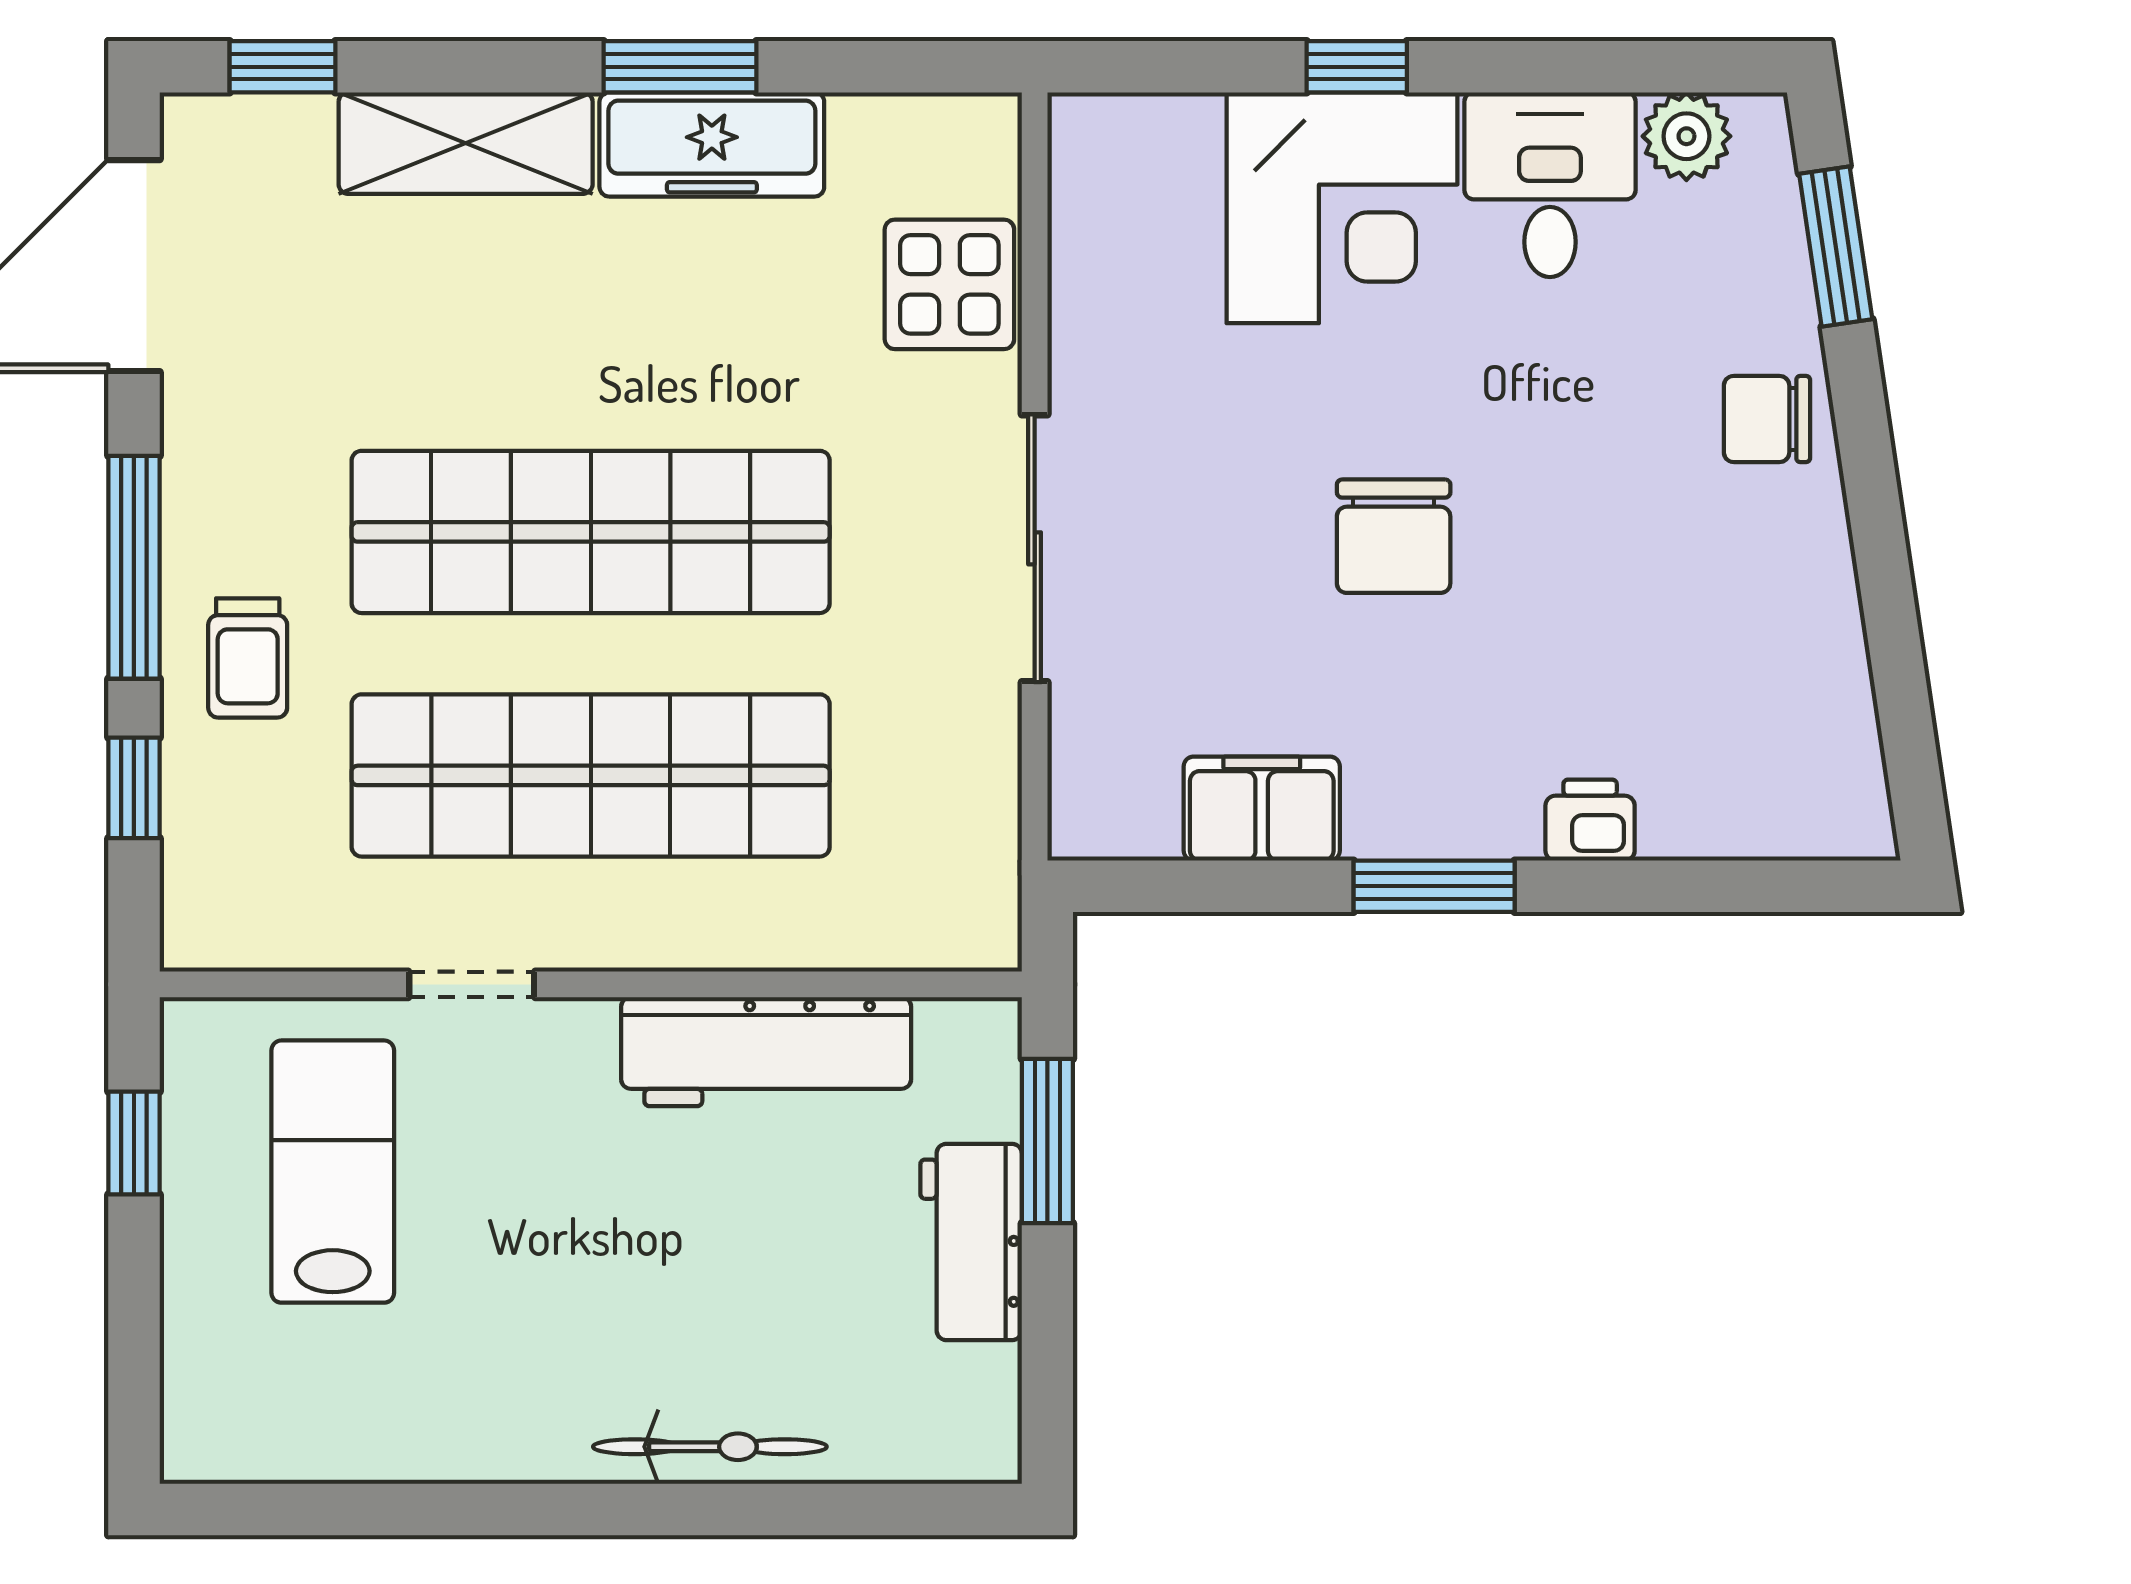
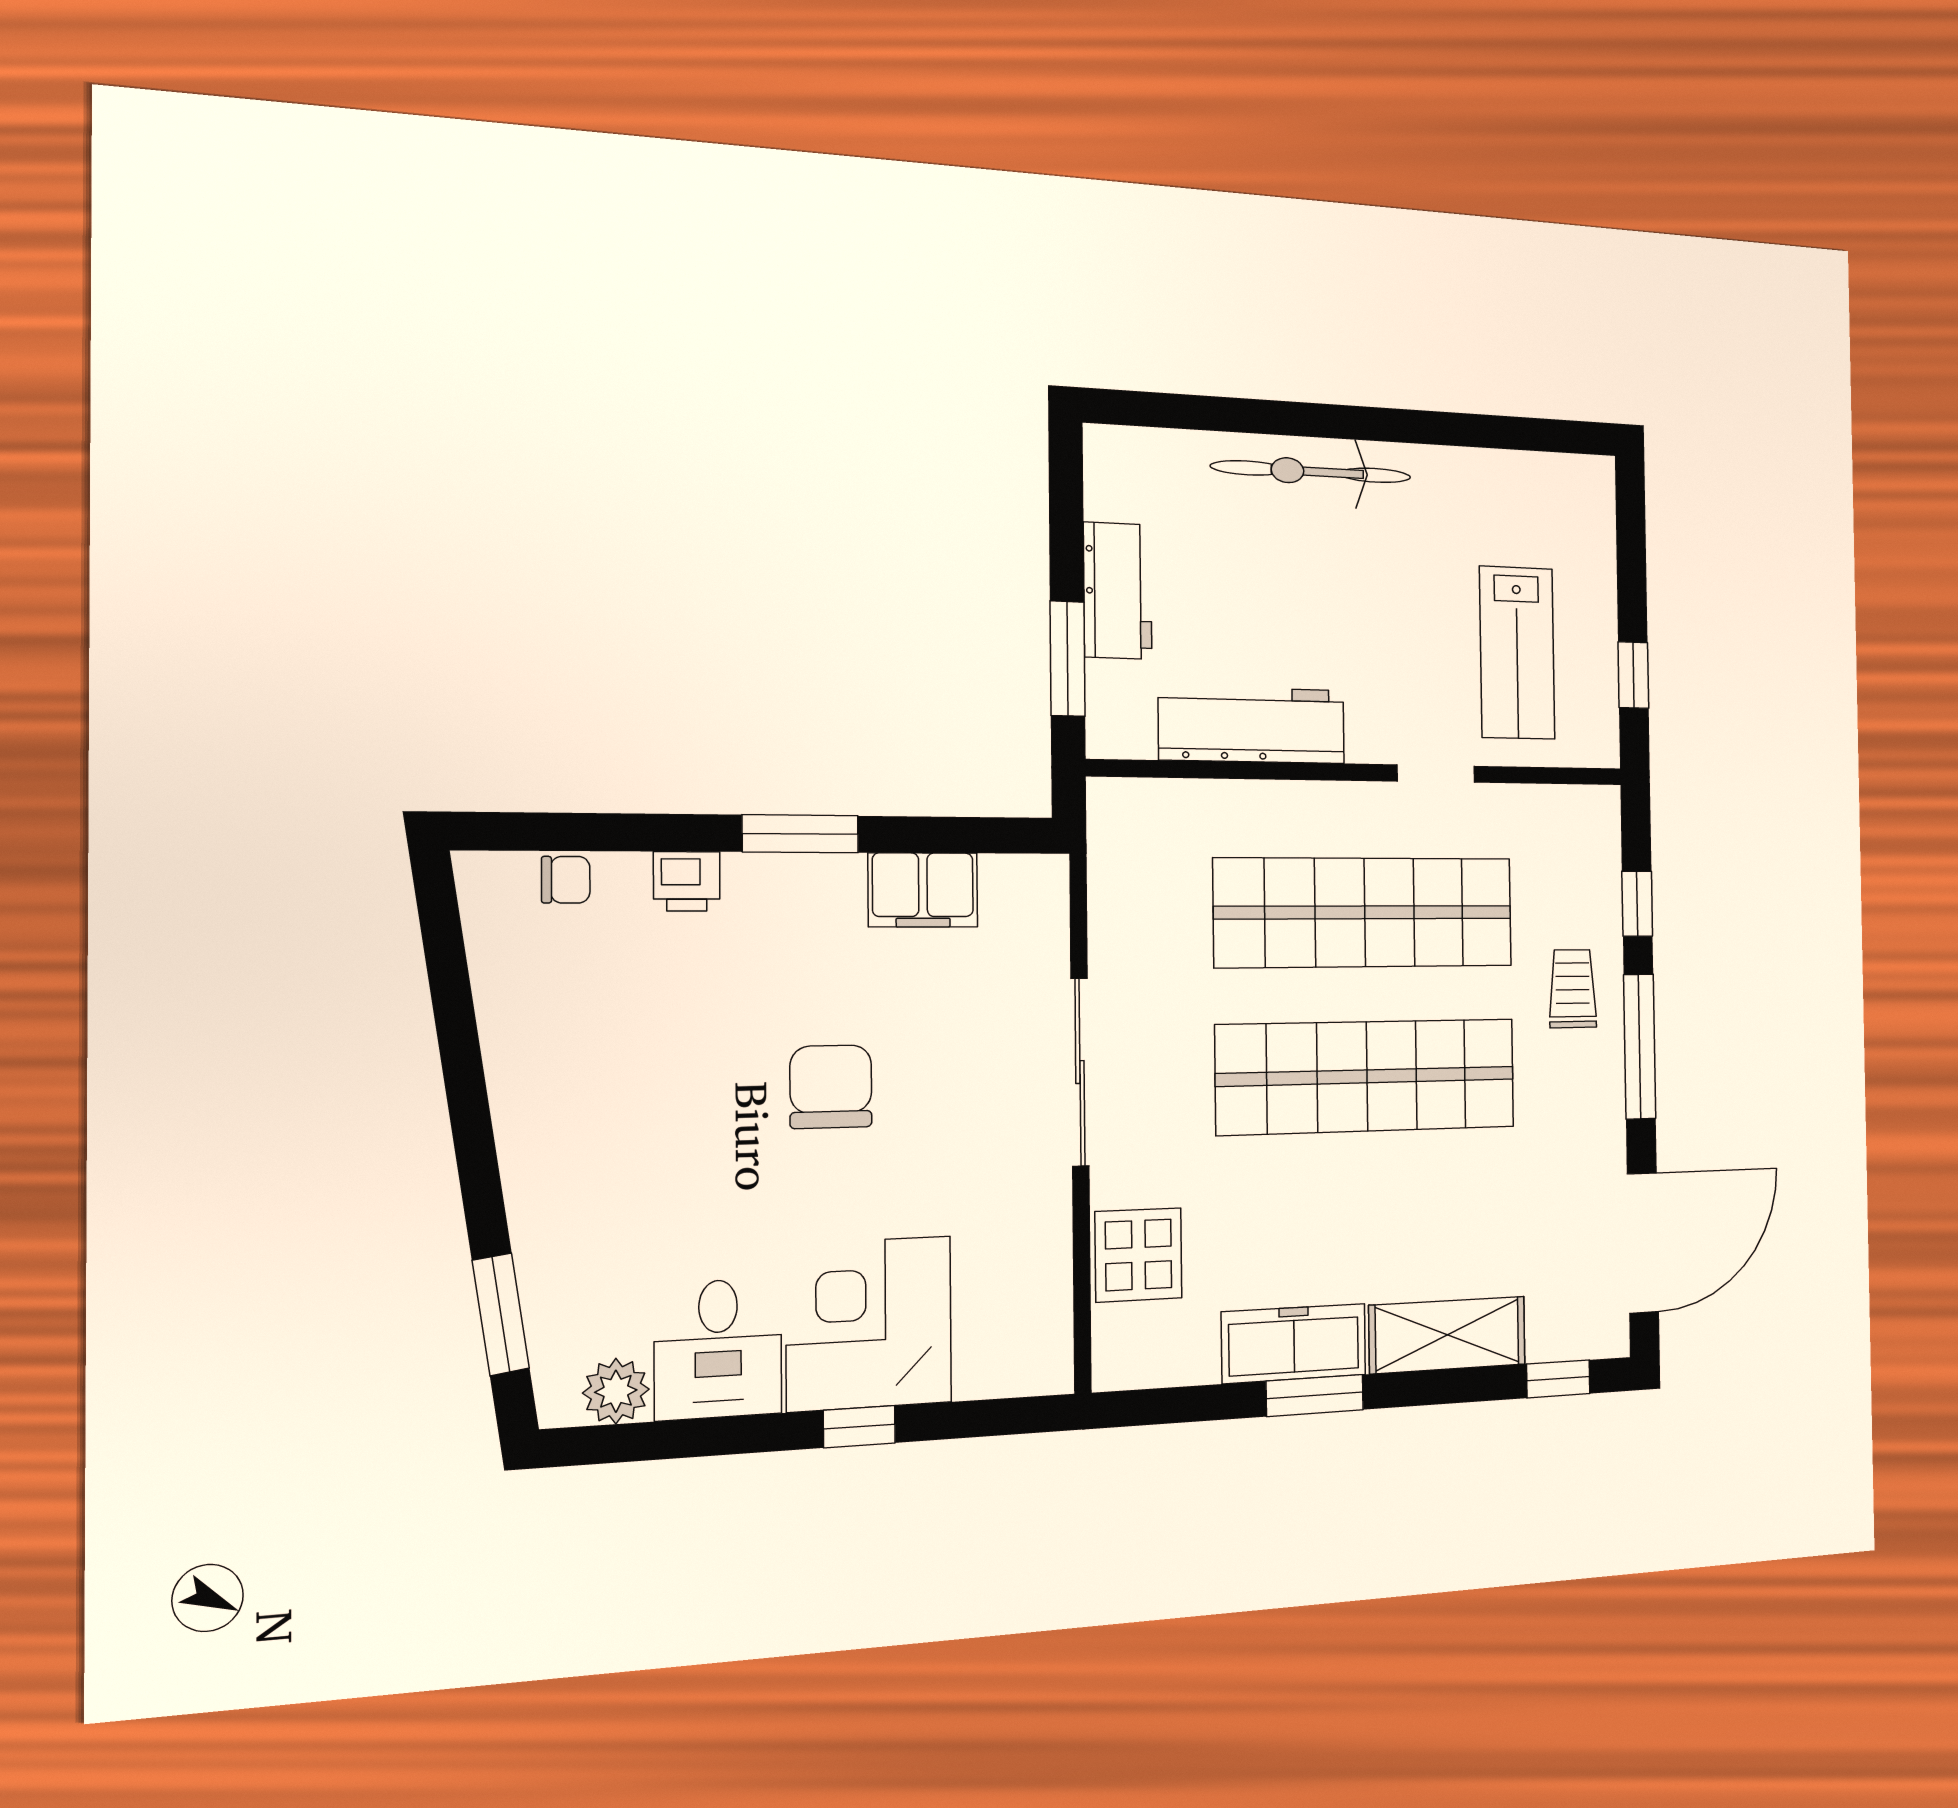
chair: (1767, 419) -> (566, 880), moved, width x0.73, depth x0.73
bicycle: (710, 1447) -> (1312, 472), width x1.37, depth x1.40

